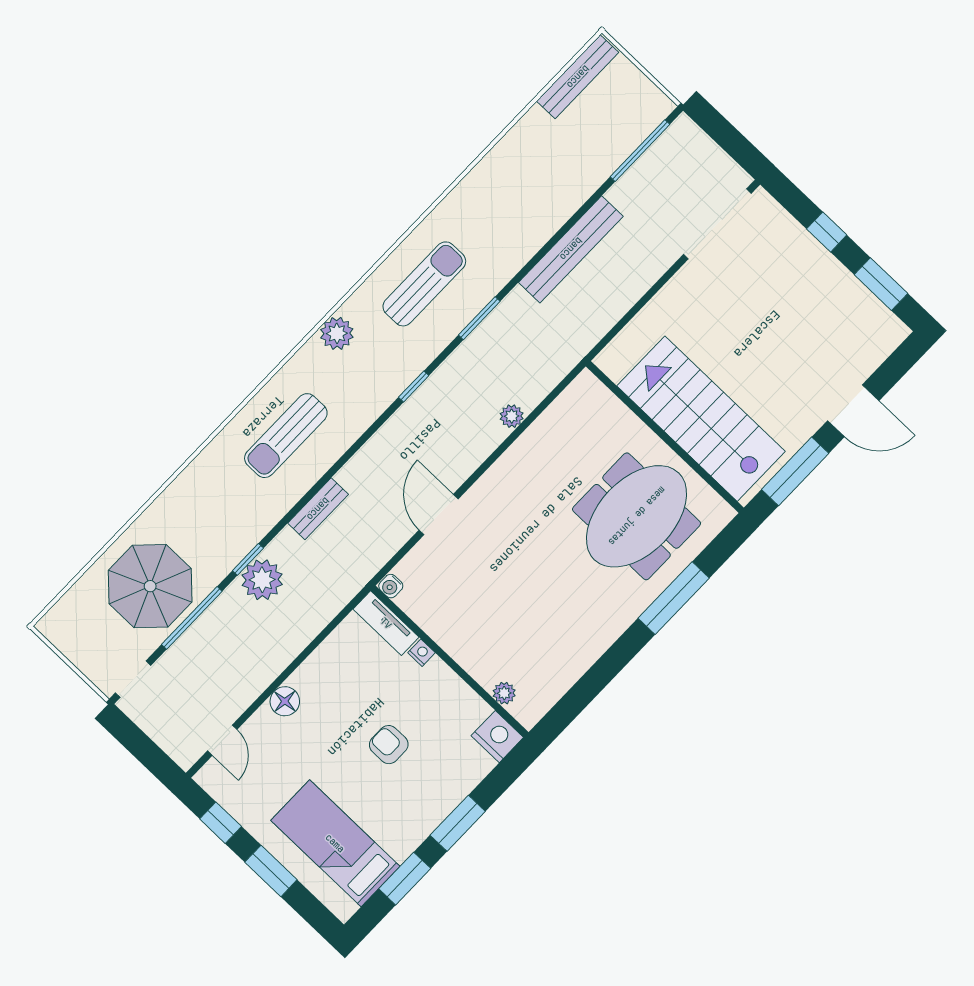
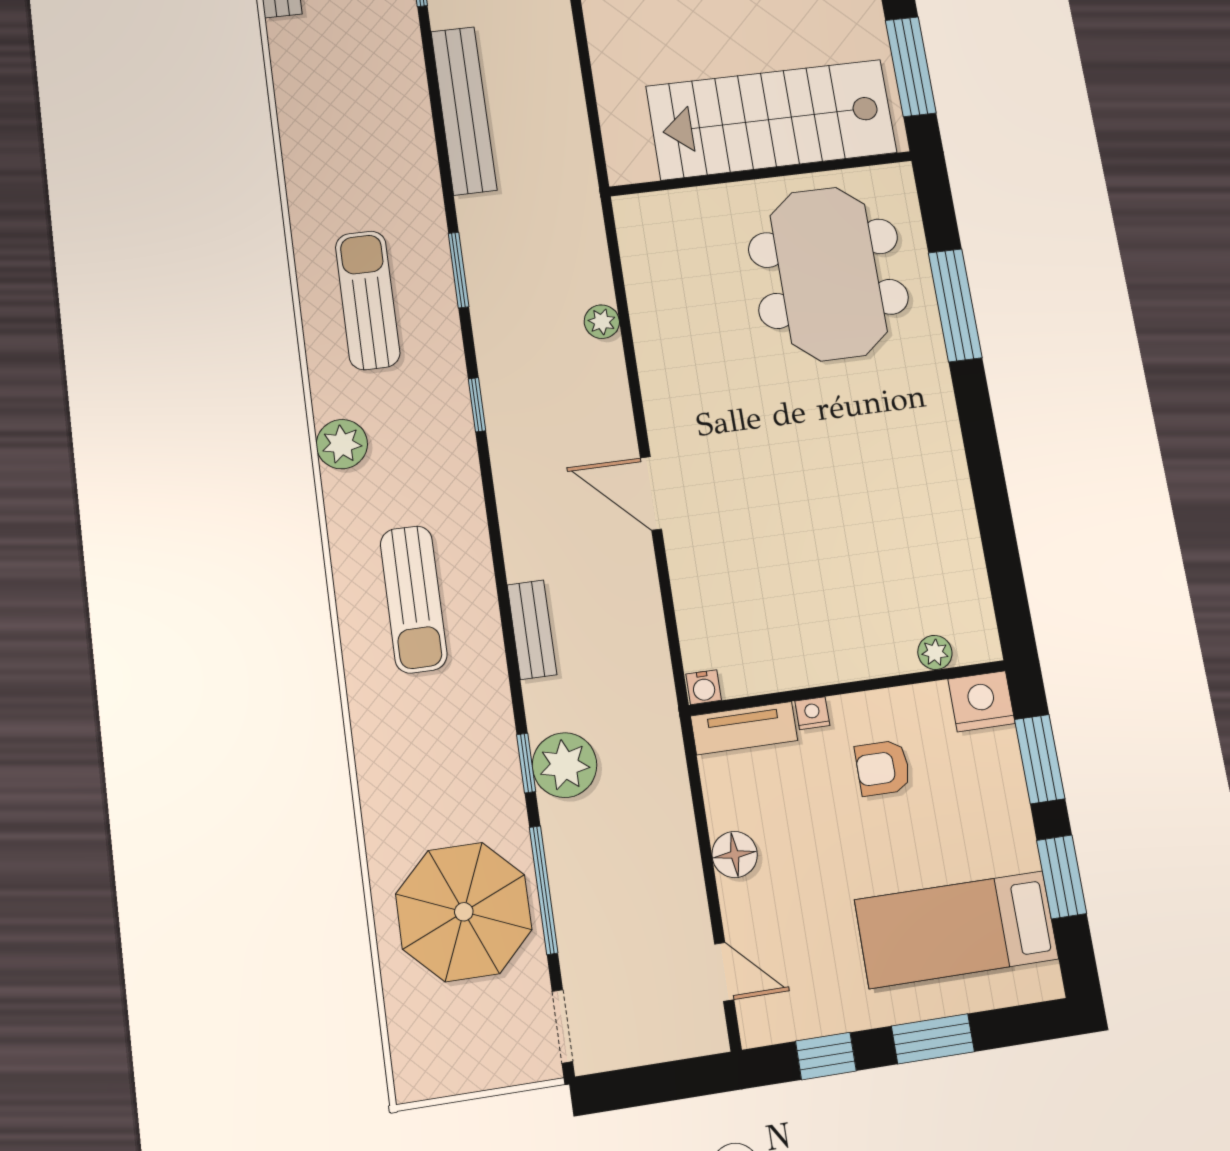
water cooler: (391, 586) -> (704, 687), moved
tv unit: (386, 623) -> (744, 728), moved
nightstand: (421, 653) -> (812, 713), moved
wall: (450, 661) -> (848, 688), moved
plant: (504, 693) -> (935, 652), moved
nightstand: (497, 737) -> (982, 701), moved

